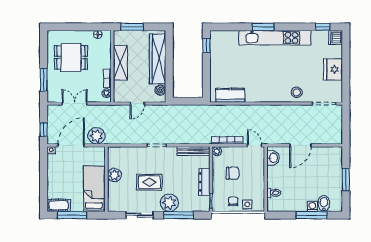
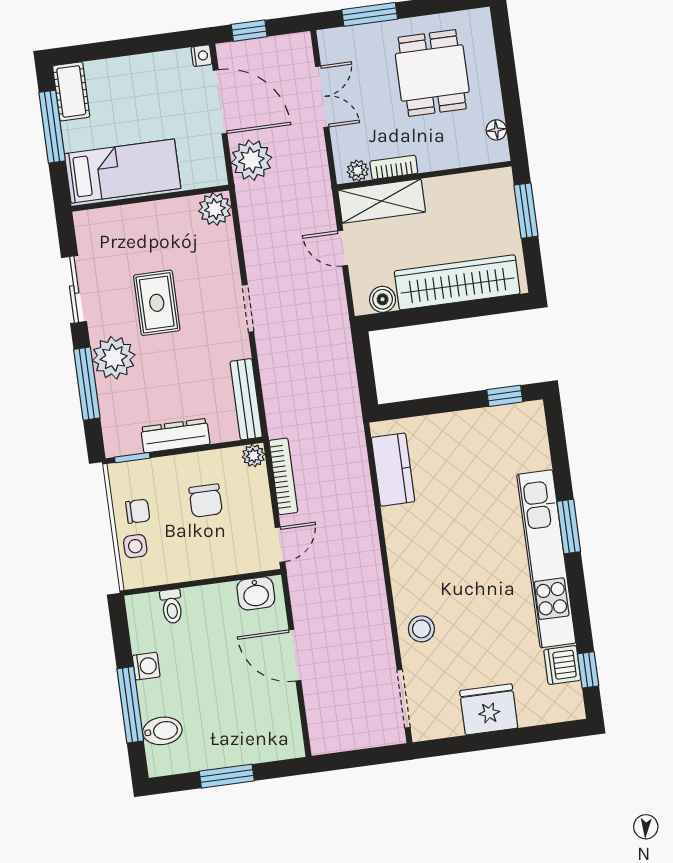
dishwasher: (336, 38) -> (562, 665), moved, turned -90
shelving: (120, 63) -> (382, 201), moved
plant: (114, 175) -> (215, 209), moved
washing machine: (312, 206) -> (146, 666), moved

